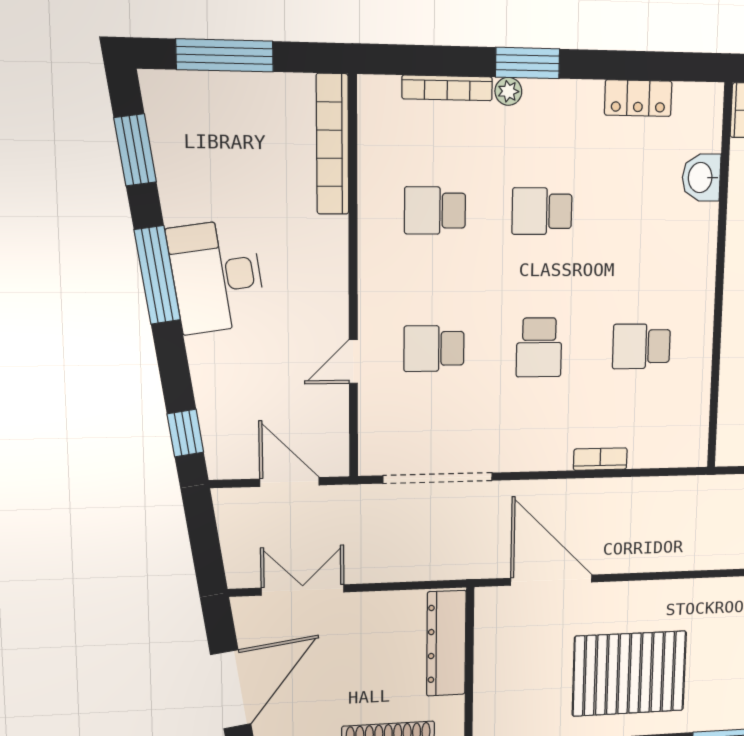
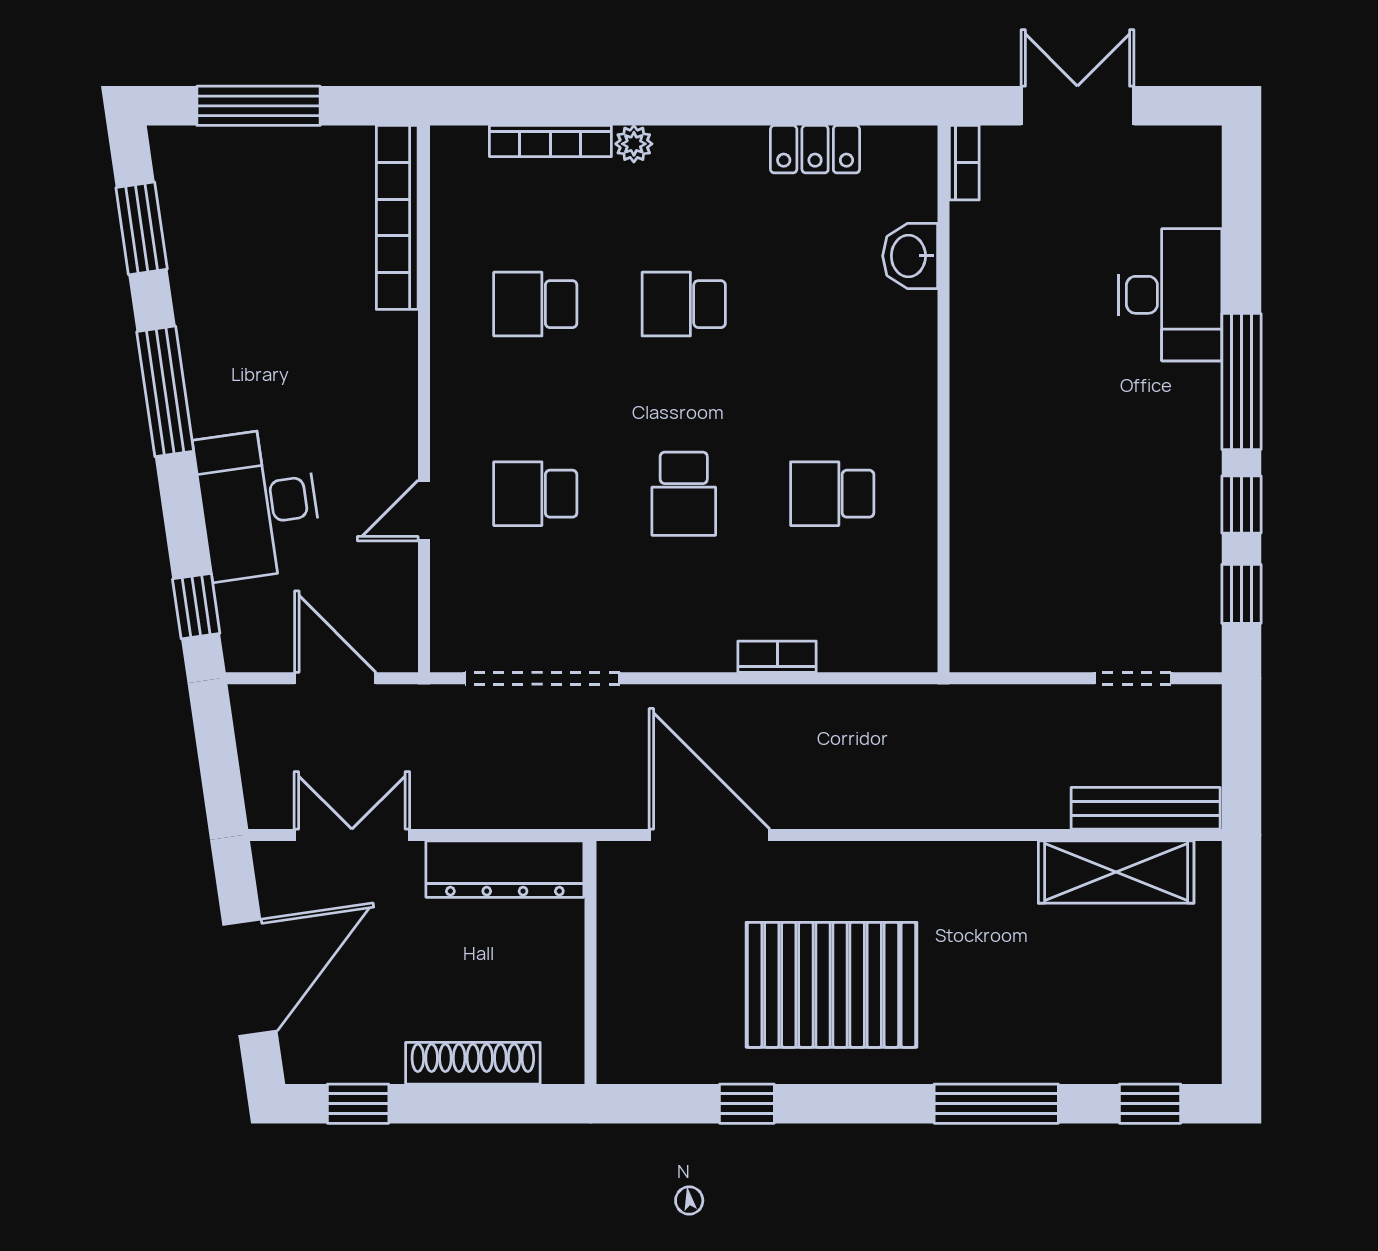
window: (528, 63) -> (659, 106), removed
desk: (217, 276) -> (258, 504), moved
dresser: (446, 643) -> (505, 869), moved, turned -90

